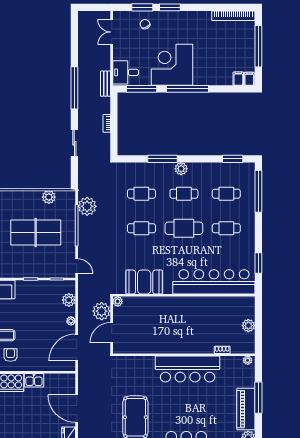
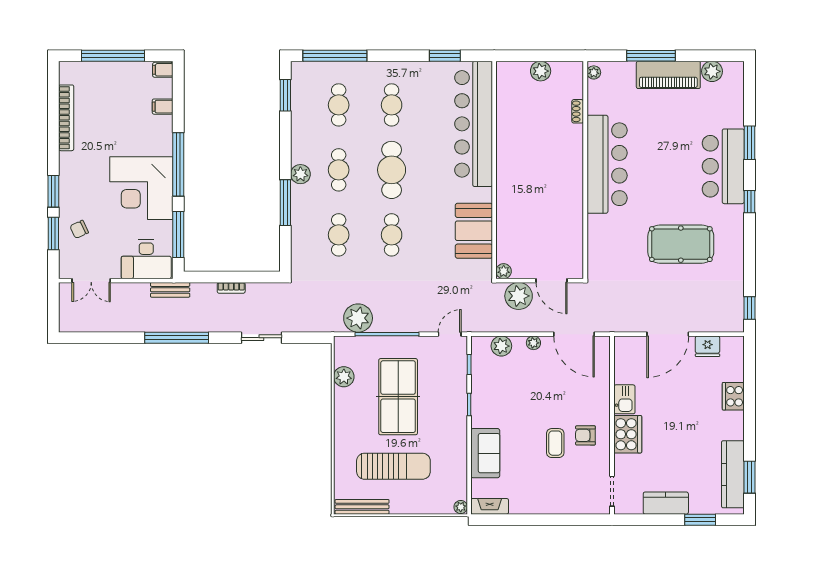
bookcase: (233, 16) -> (66, 118), moved
desk: (126, 72) -> (146, 259), width x1.37
filing cabinet: (238, 79) -> (163, 107), moved

